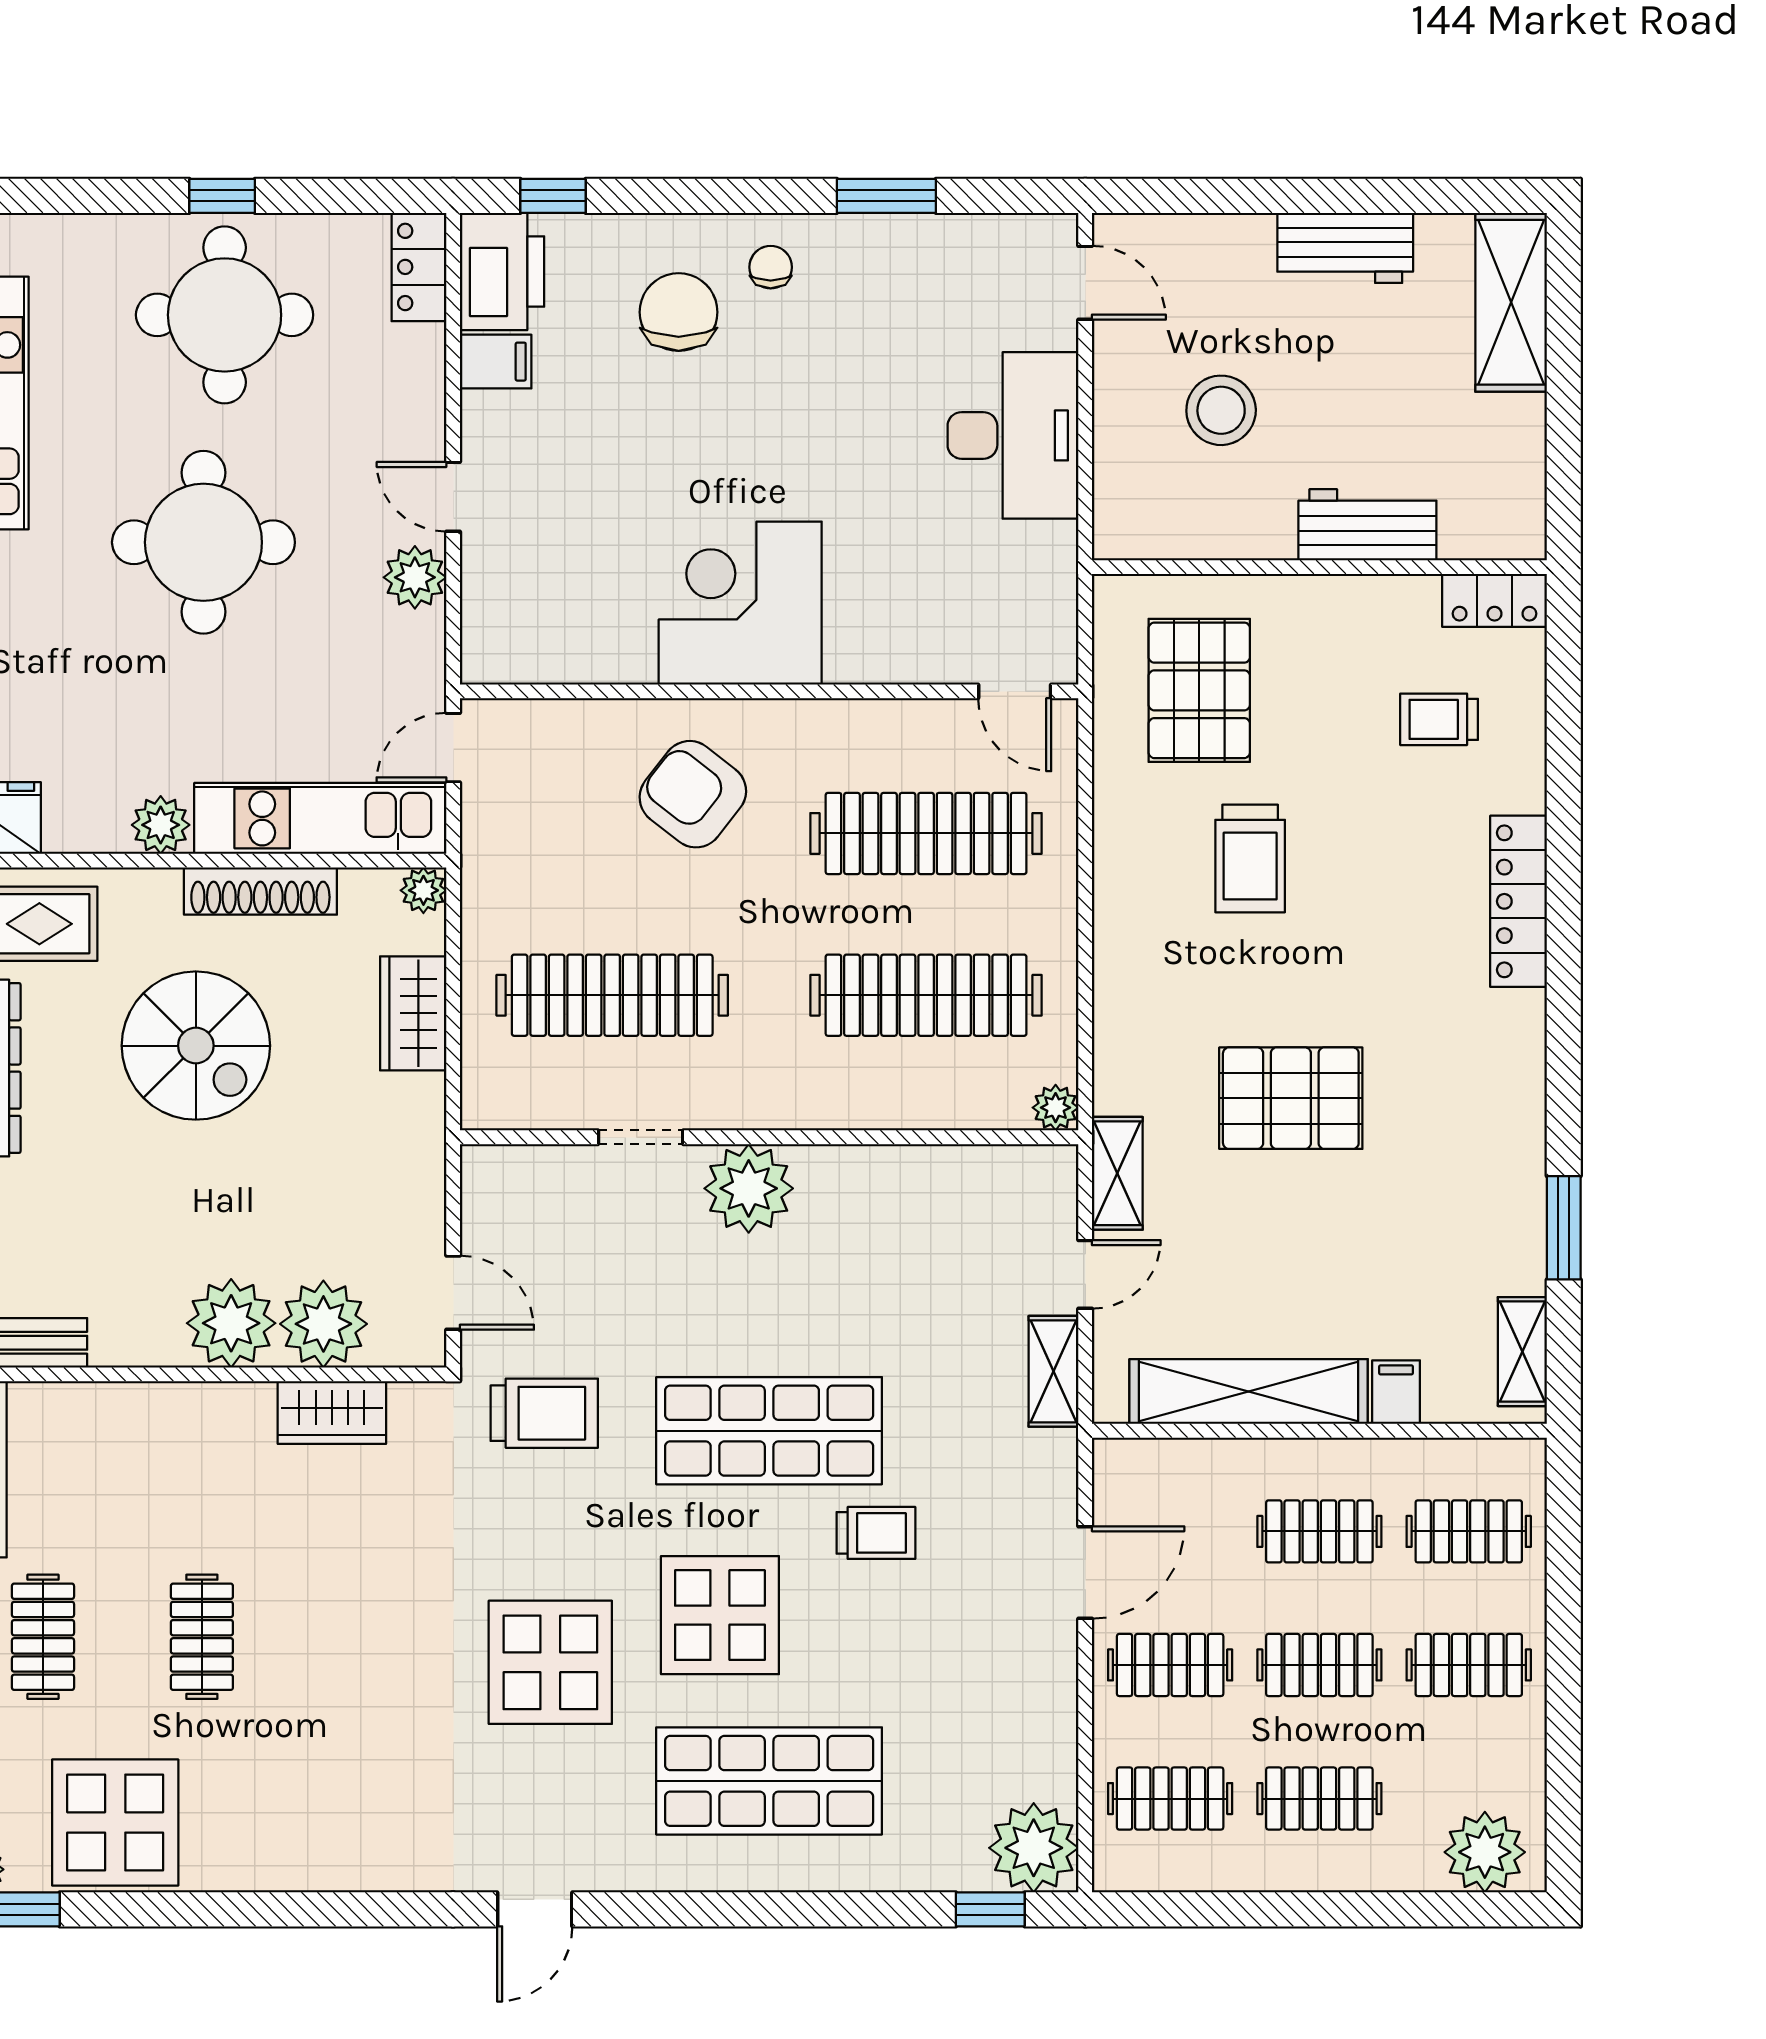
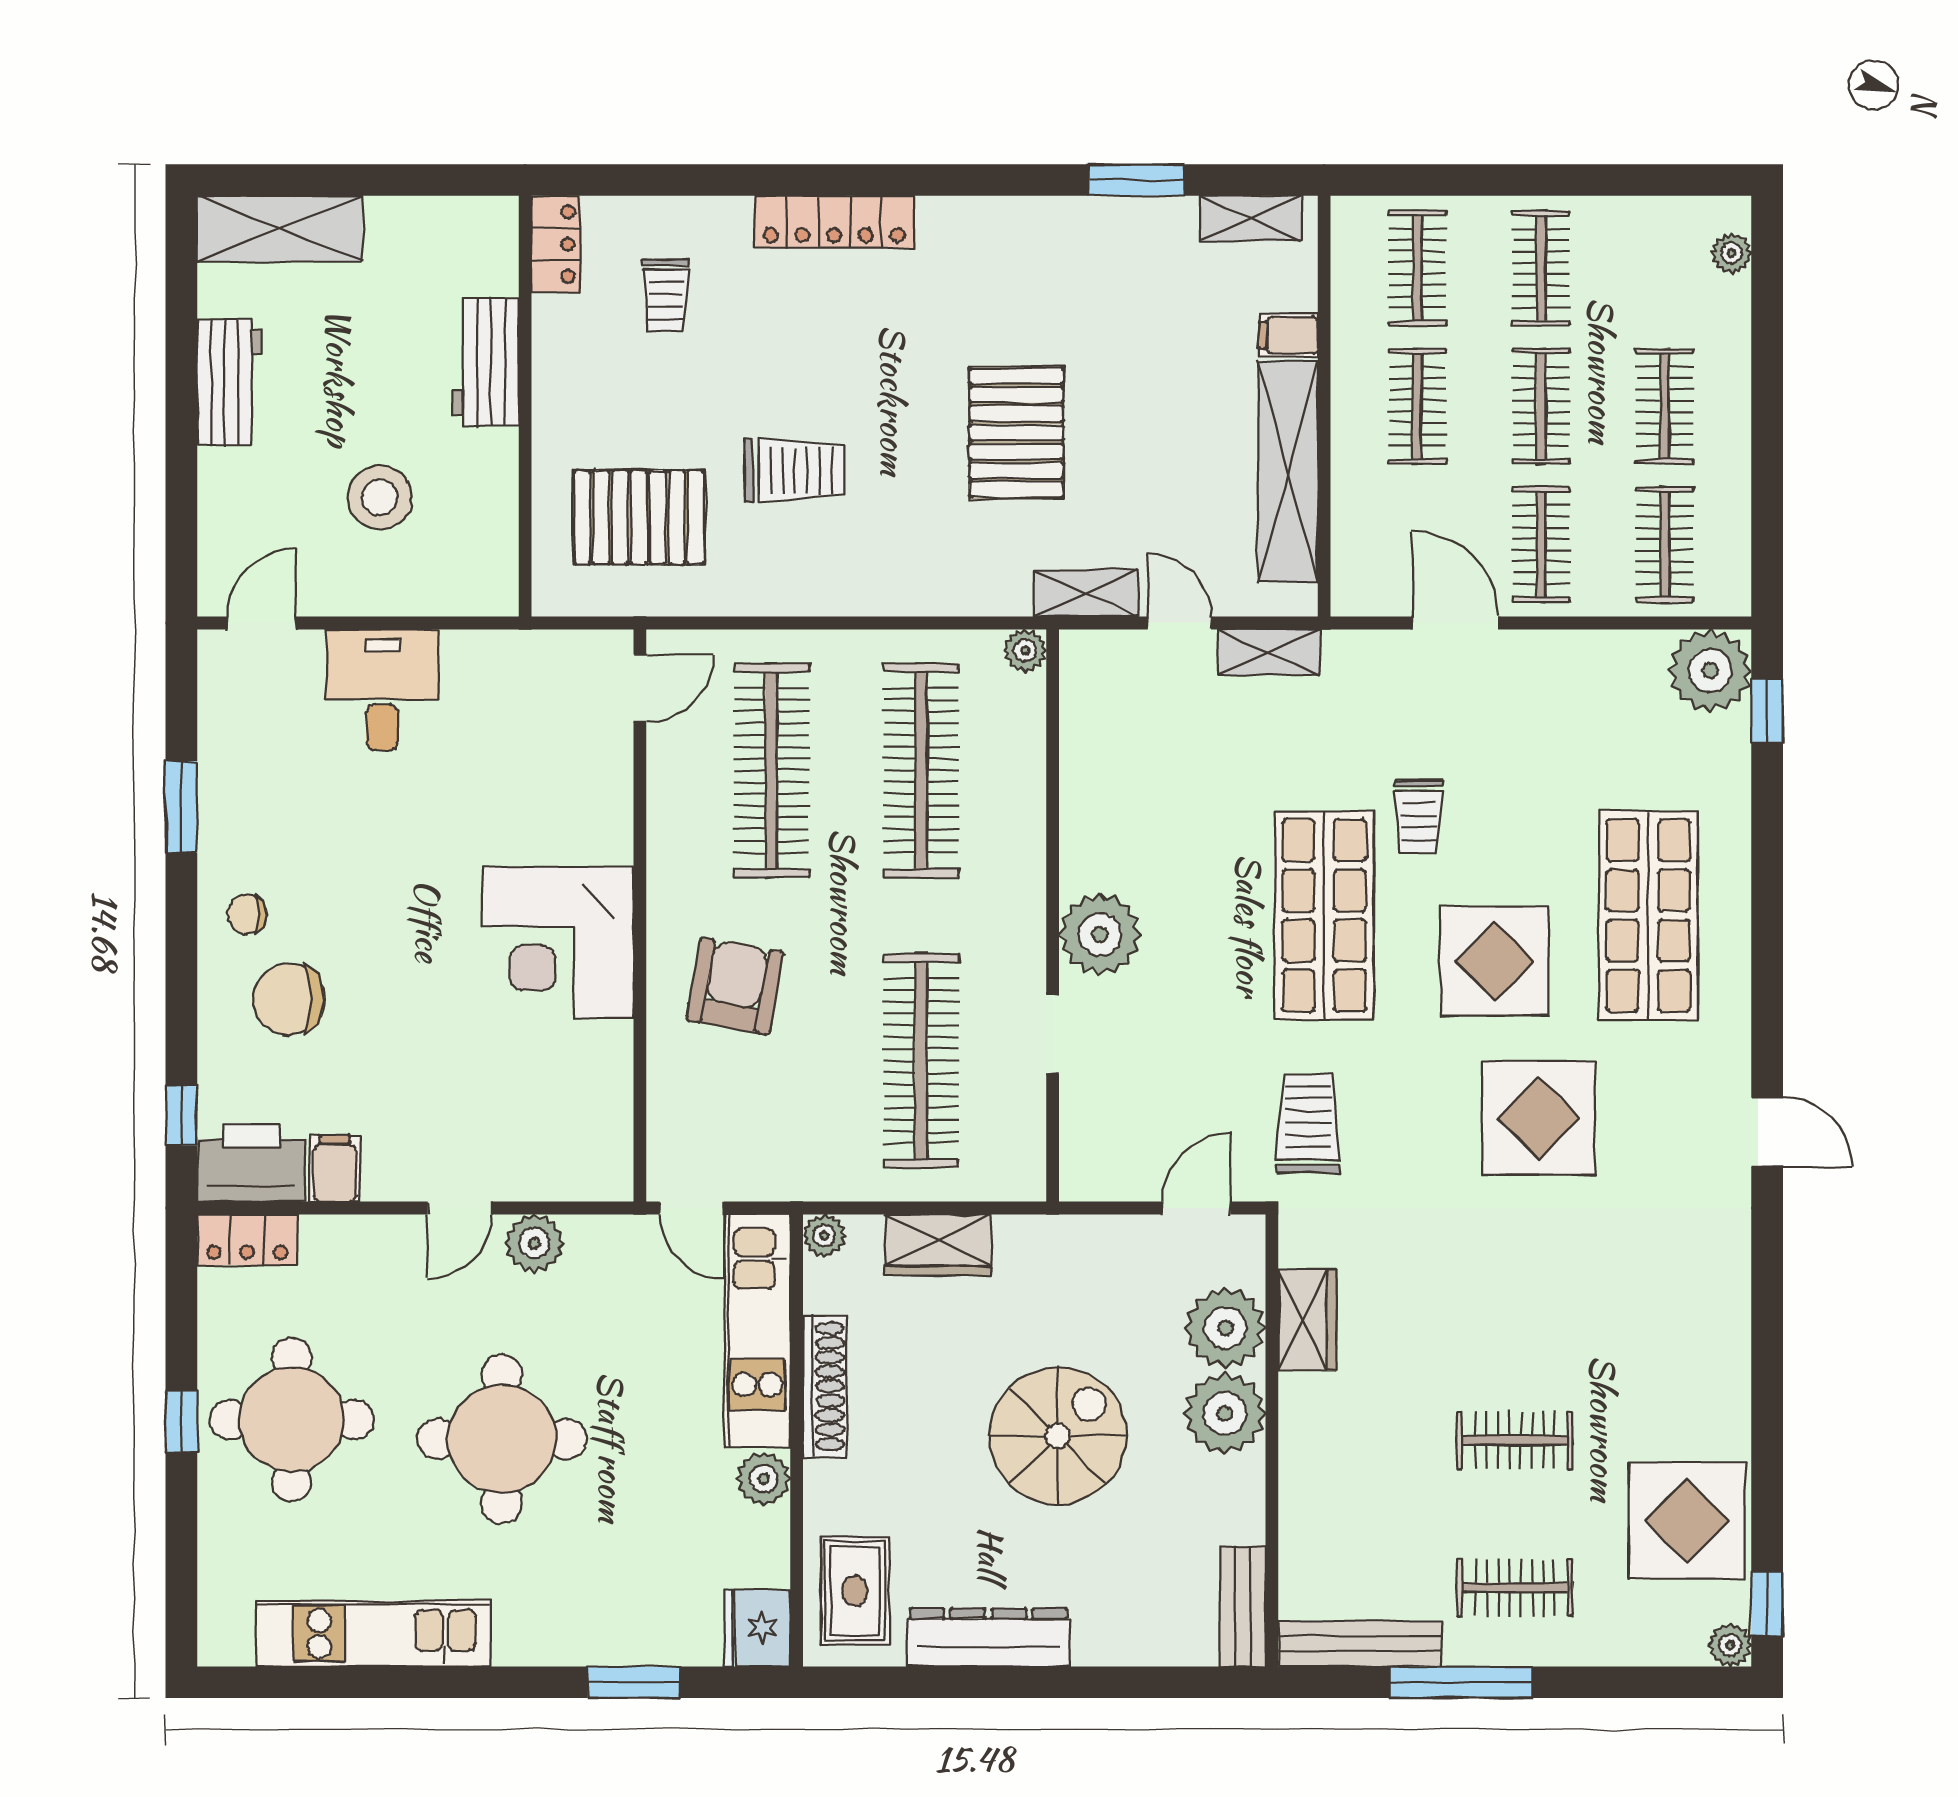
desk: (1013, 435) -> (382, 690), width x0.73
armchair: (693, 794) -> (735, 986), turned 152
spiral stairs: (196, 1046) -> (1058, 1436), moved
trolley: (876, 1533) -> (1419, 817), turned 180
plant: (1485, 1852) -> (1732, 253), width x0.53, depth x0.53

